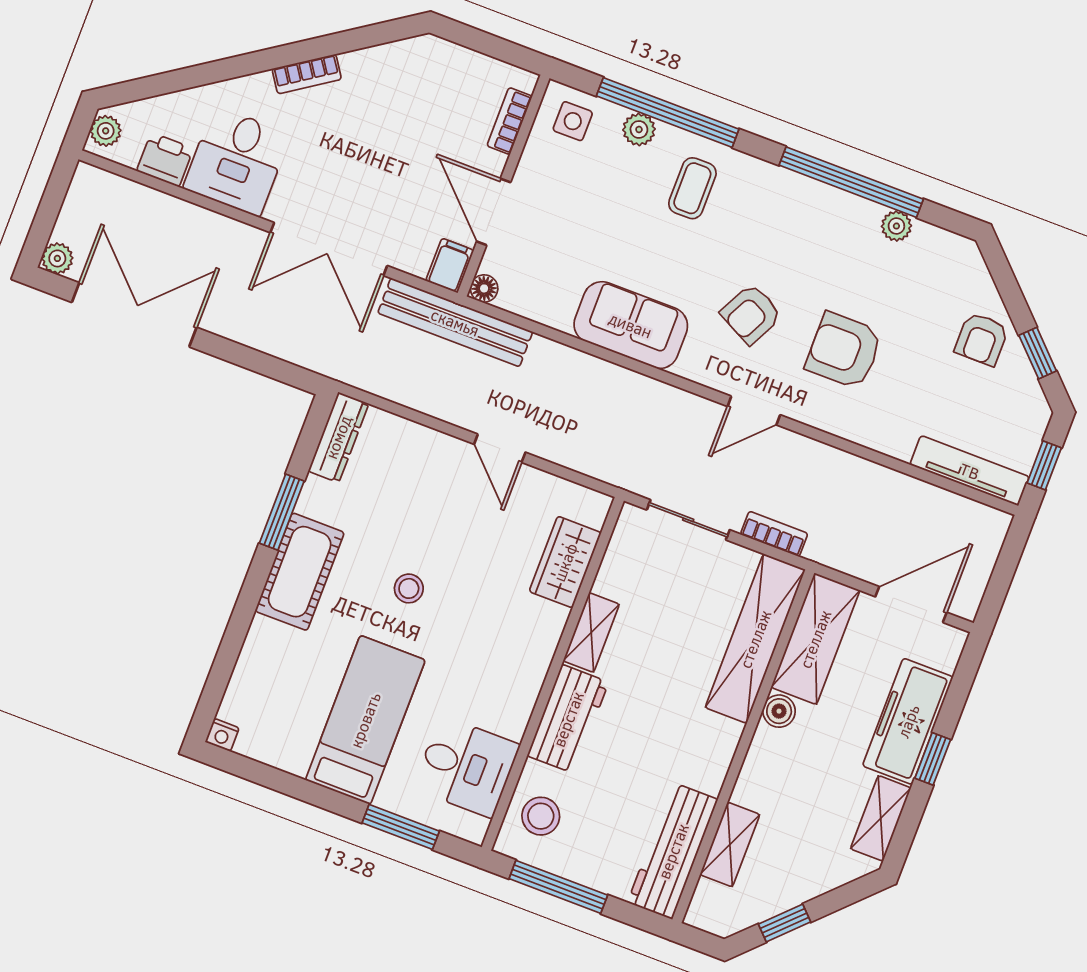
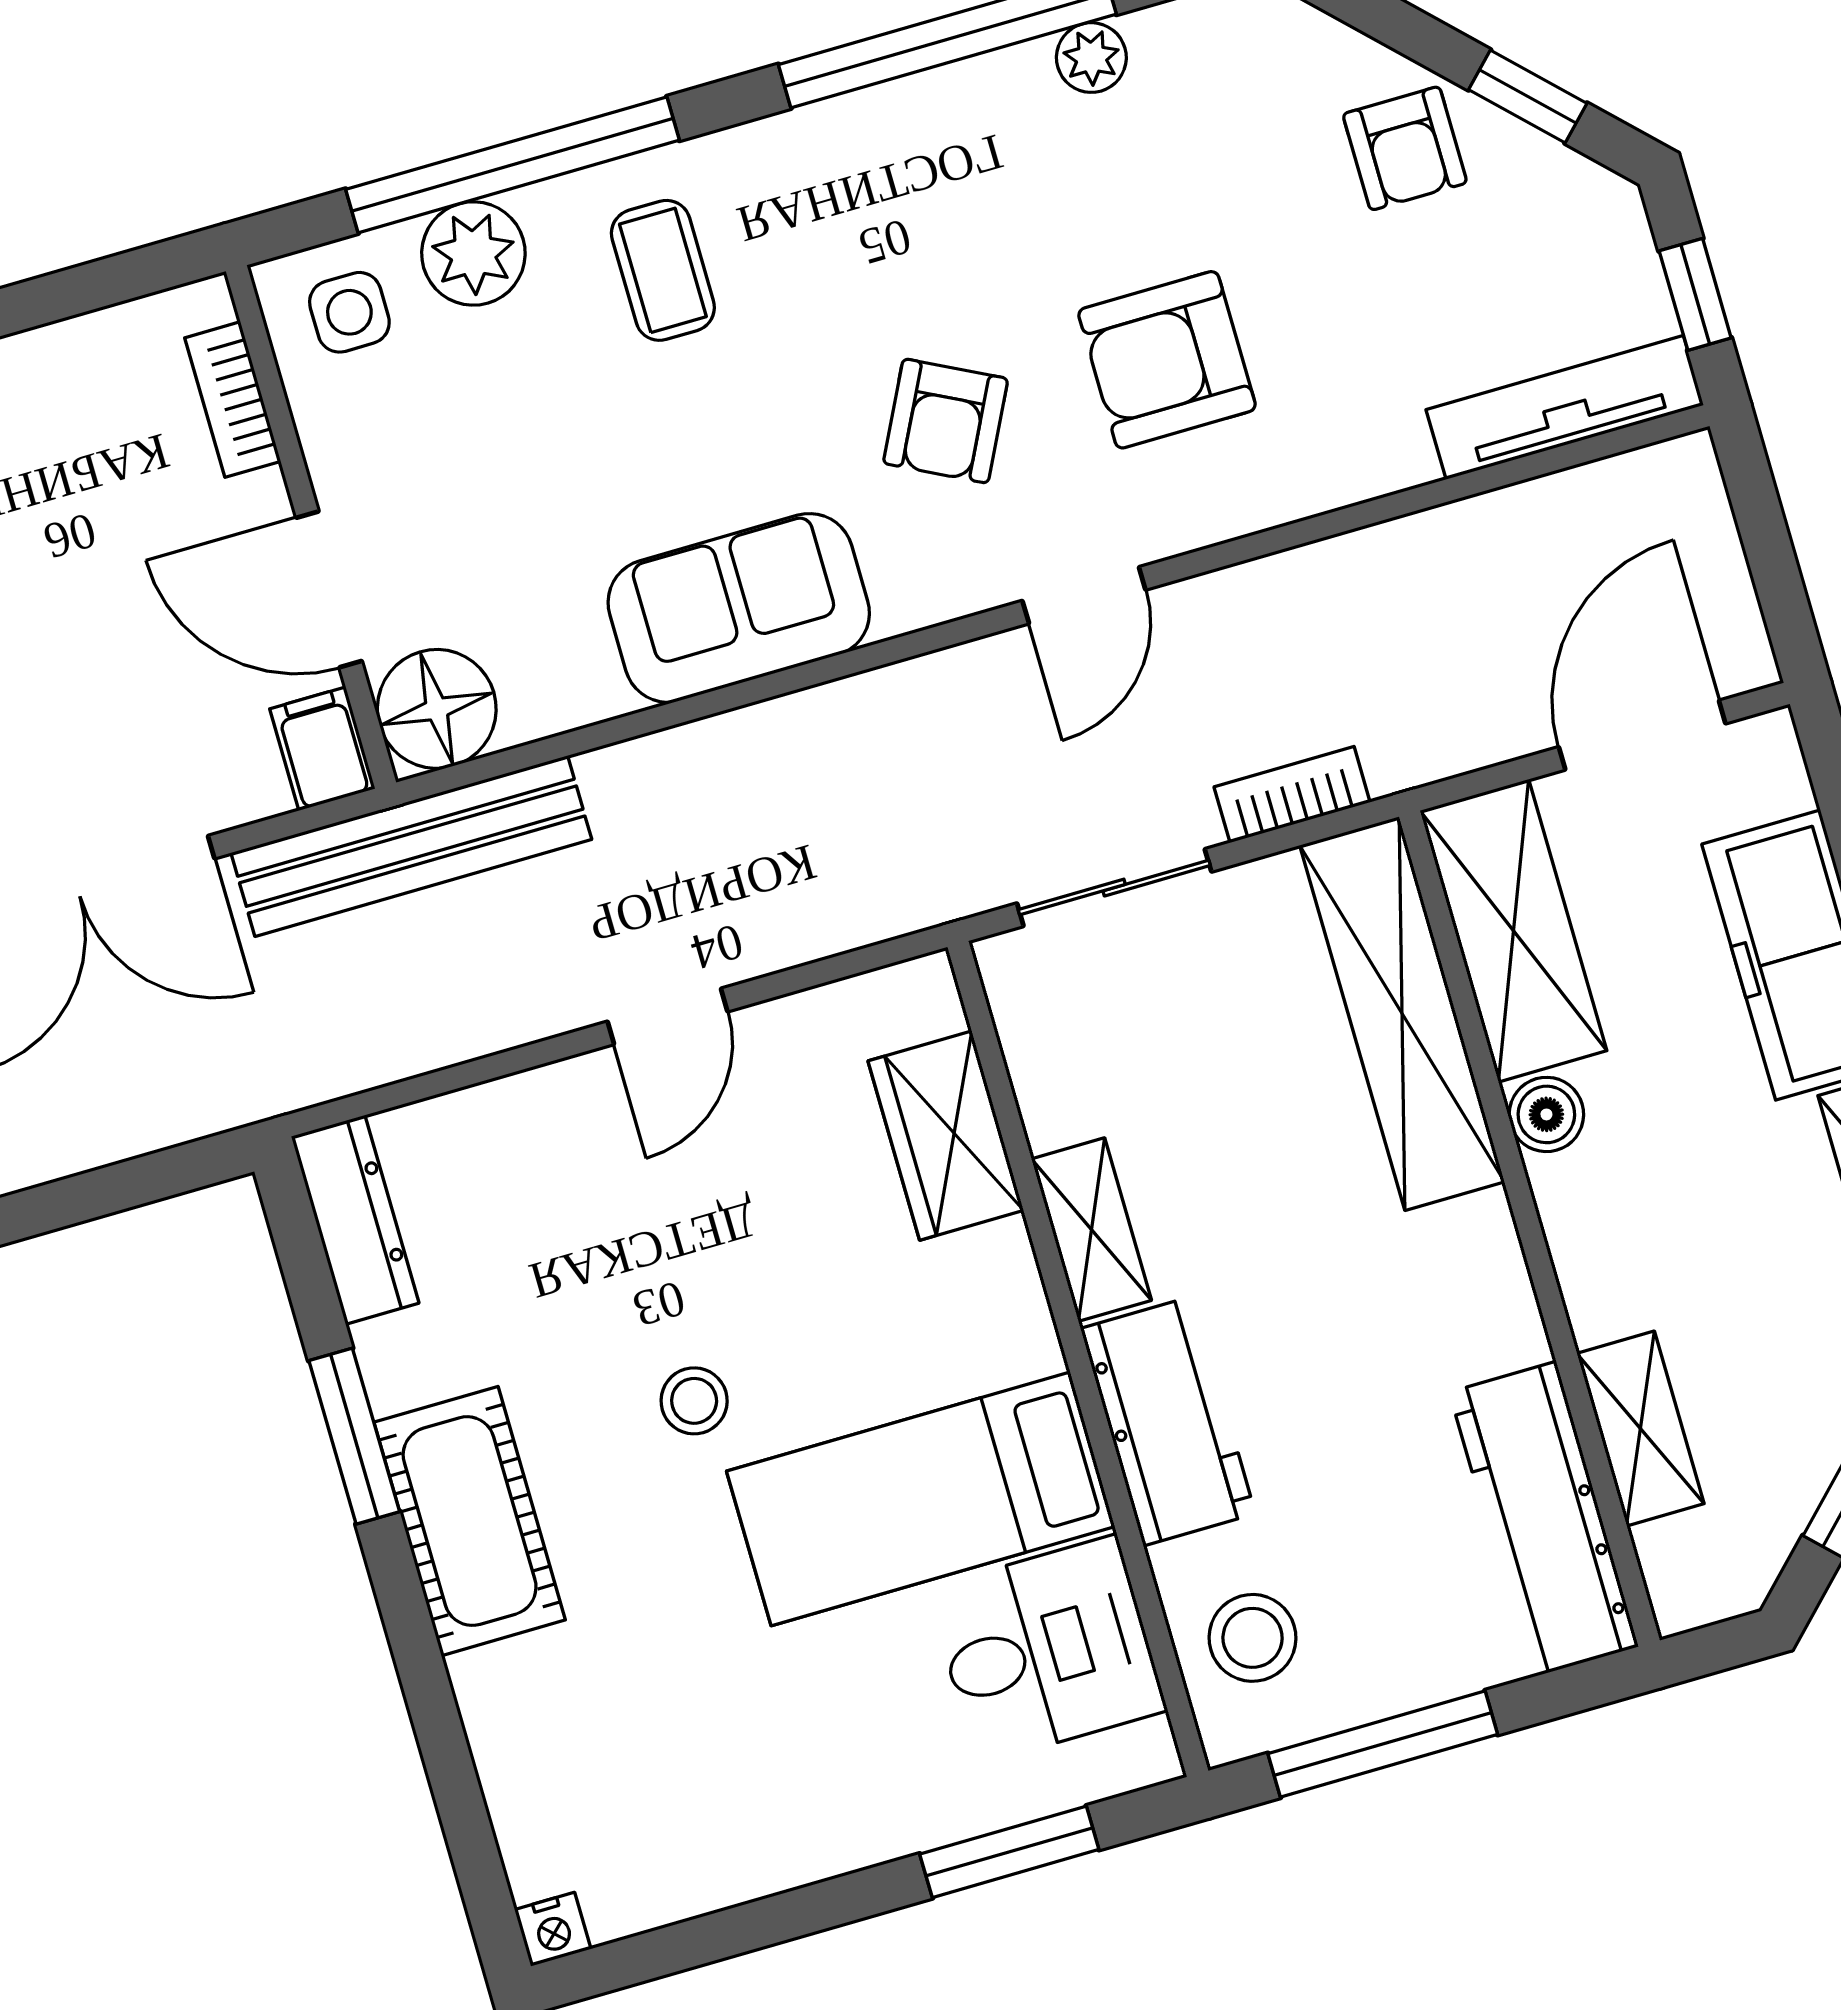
plant: (639, 129) -> (473, 253), width x1.38, depth x1.38
floor lamp: (484, 288) -> (437, 709), width x1.89, depth x1.89
door: (500, 448) -> (667, 1016), hinge flipped
bed: (365, 720) -> (921, 1499), moved, turned -90

